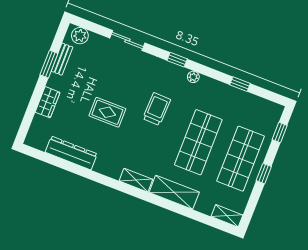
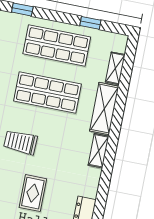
window: (264, 174) -> (90, 23), moved
shelving: (227, 216) -> (115, 68), moved

